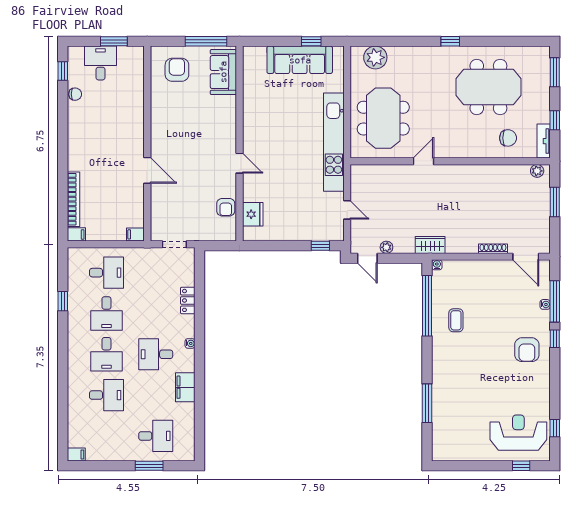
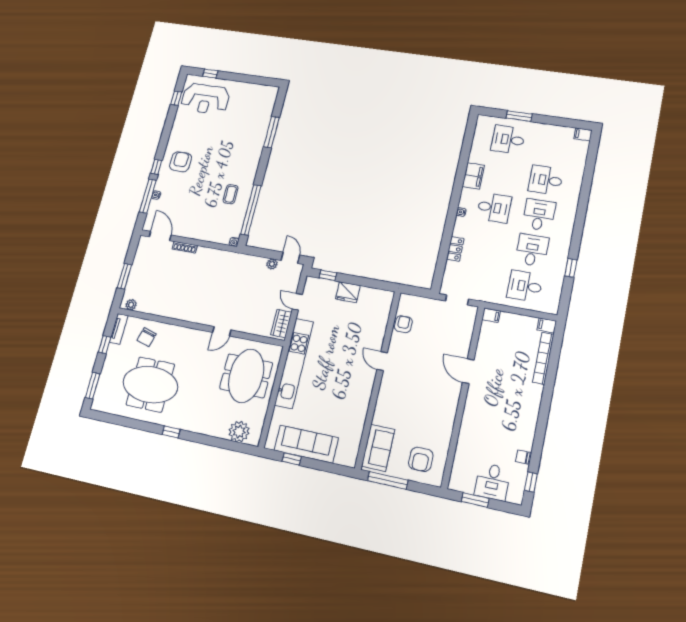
chair: (508, 138) -> (147, 337), turned -74
fridge: (253, 214) -> (348, 292), moved, turned -90
wardrobe: (430, 245) -> (281, 324), moved, turned 90

